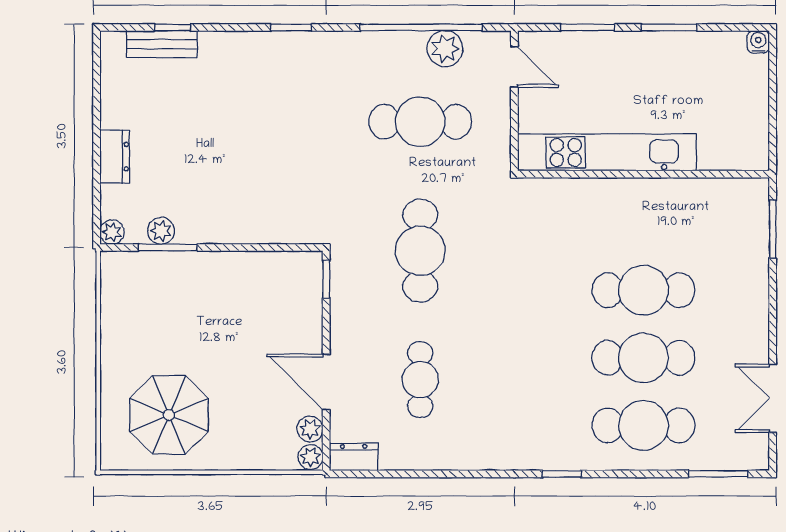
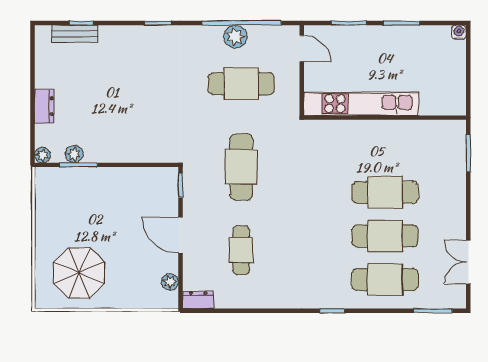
plant: (445, 49) -> (235, 37), moved
door: (326, 382) -> (180, 235), moved
plant: (310, 457) -> (170, 300), removed

